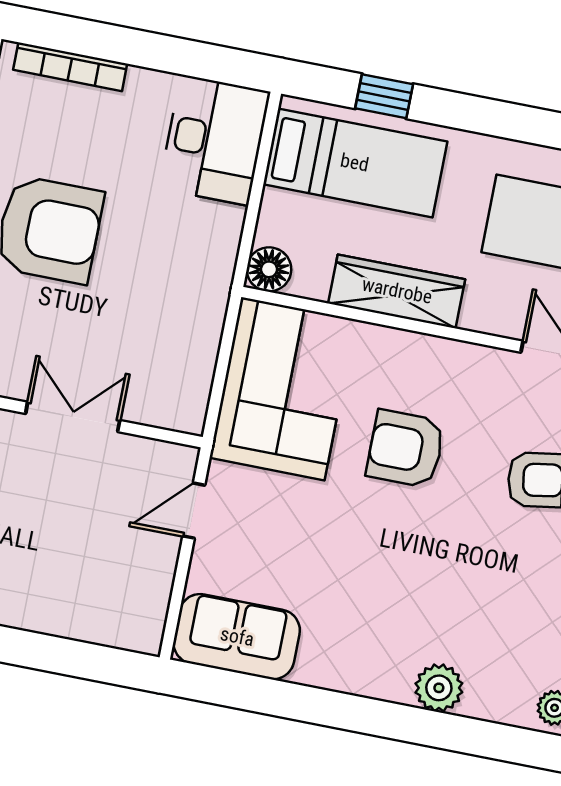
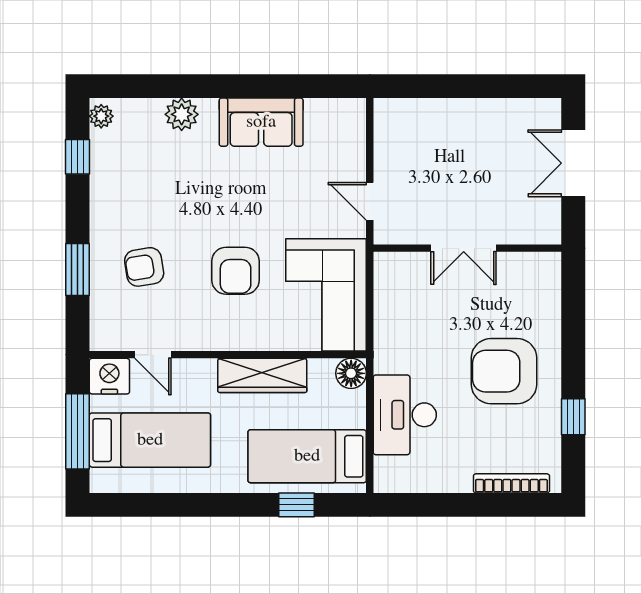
desk: (215, 140) -> (405, 415), moved
armchair: (406, 449) -> (236, 271), turned 90
door: (194, 511) -> (370, 201), swing flipped
sofa: (237, 637) -> (261, 122), moved

